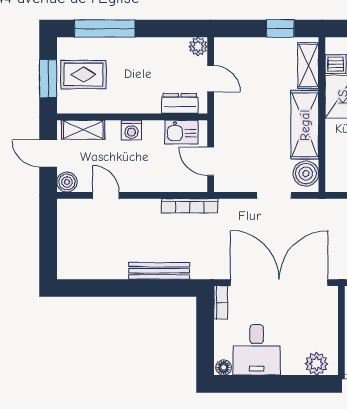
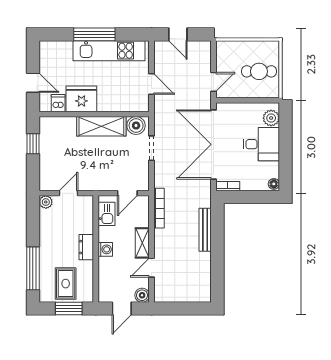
shelving: (308, 66) -> (59, 124), removed
dresser: (180, 103) -> (86, 247), moved
shelving: (83, 130) -> (142, 243), moved
desk: (257, 350) -> (261, 144), moved

